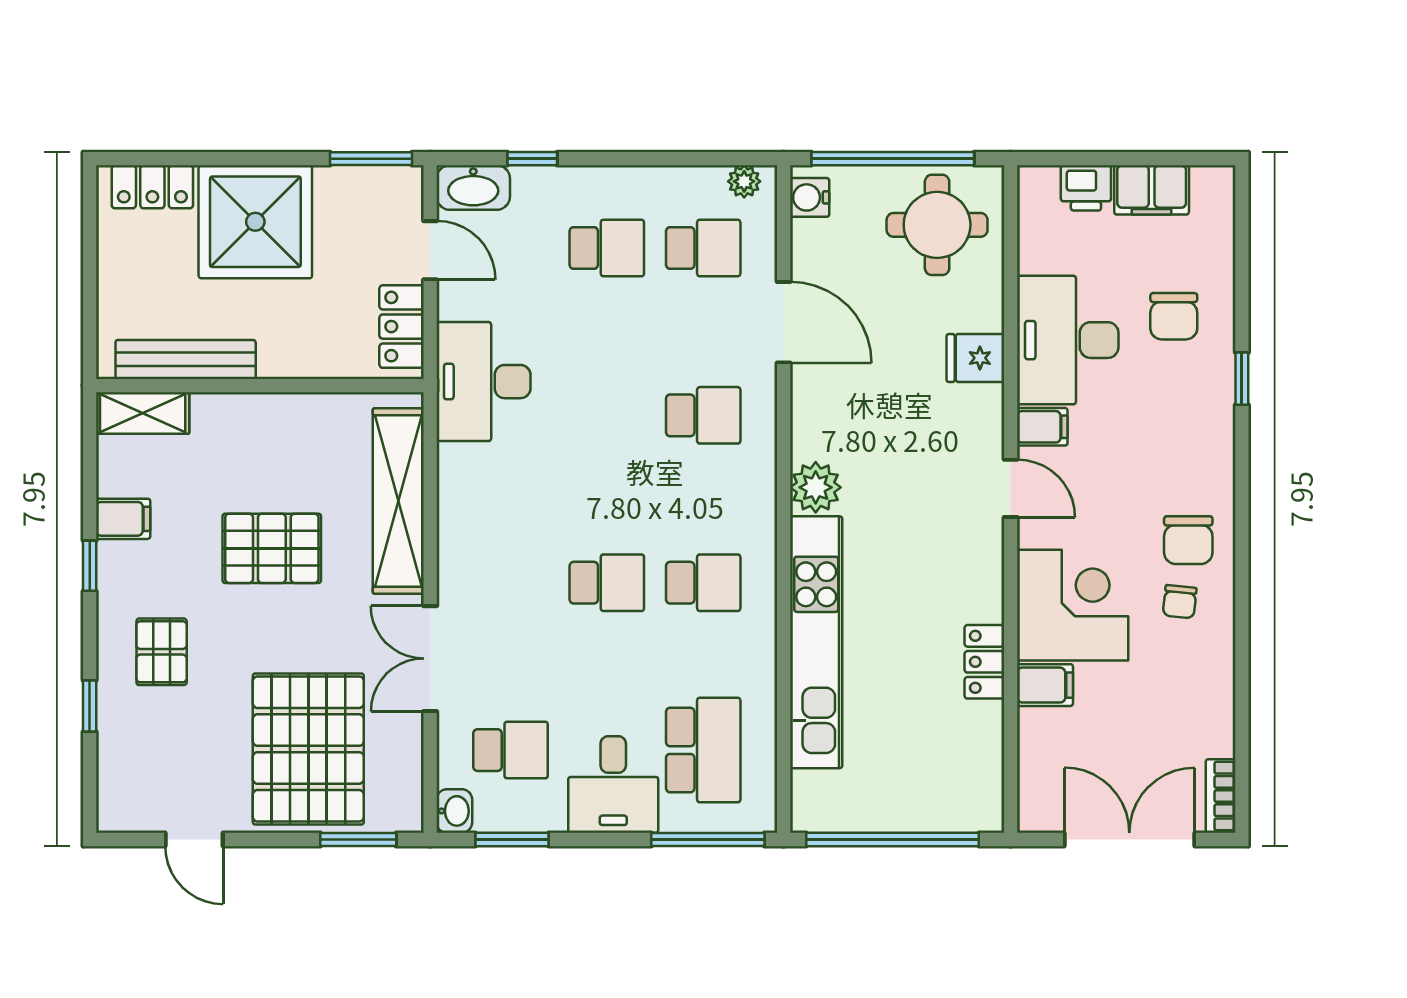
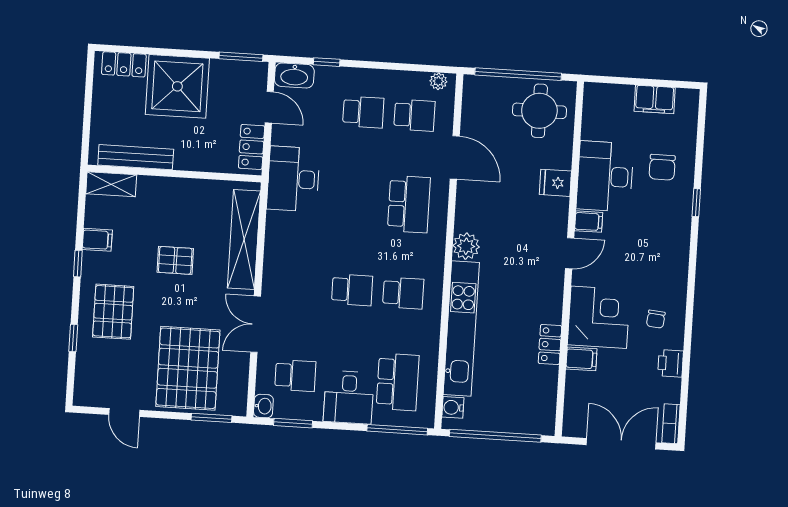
printer: (1086, 188) -> (671, 363), moved, turned 90
water cooler: (810, 197) -> (453, 407), moved
school desk: (703, 415) -> (409, 204), width x1.85
door: (1011, 488) -> (570, 253), hinge flipped
chair: (1188, 540) -> (662, 287), removed
pallet: (272, 548) -> (175, 260), width x0.67, depth x0.71
pallet: (162, 652) -> (113, 312), width x1.50, depth x1.42

